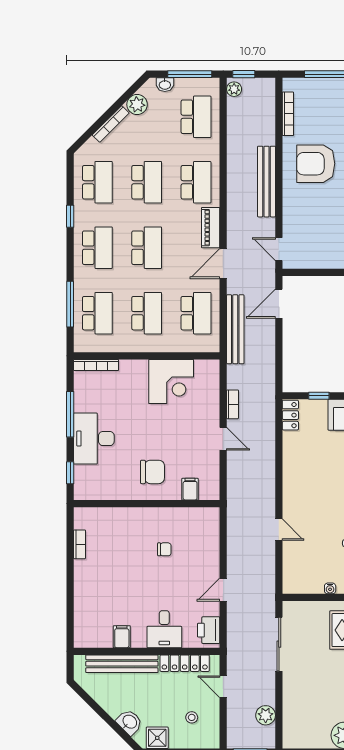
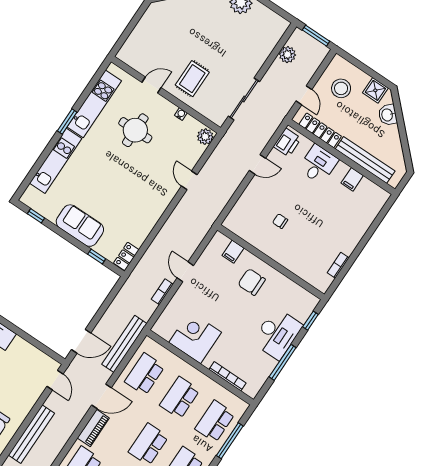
bookcase: (96, 365) -> (227, 376), moved
plant: (292, 582) -> (205, 137), added
stool: (192, 717) -> (341, 88), width x1.89, depth x1.89

